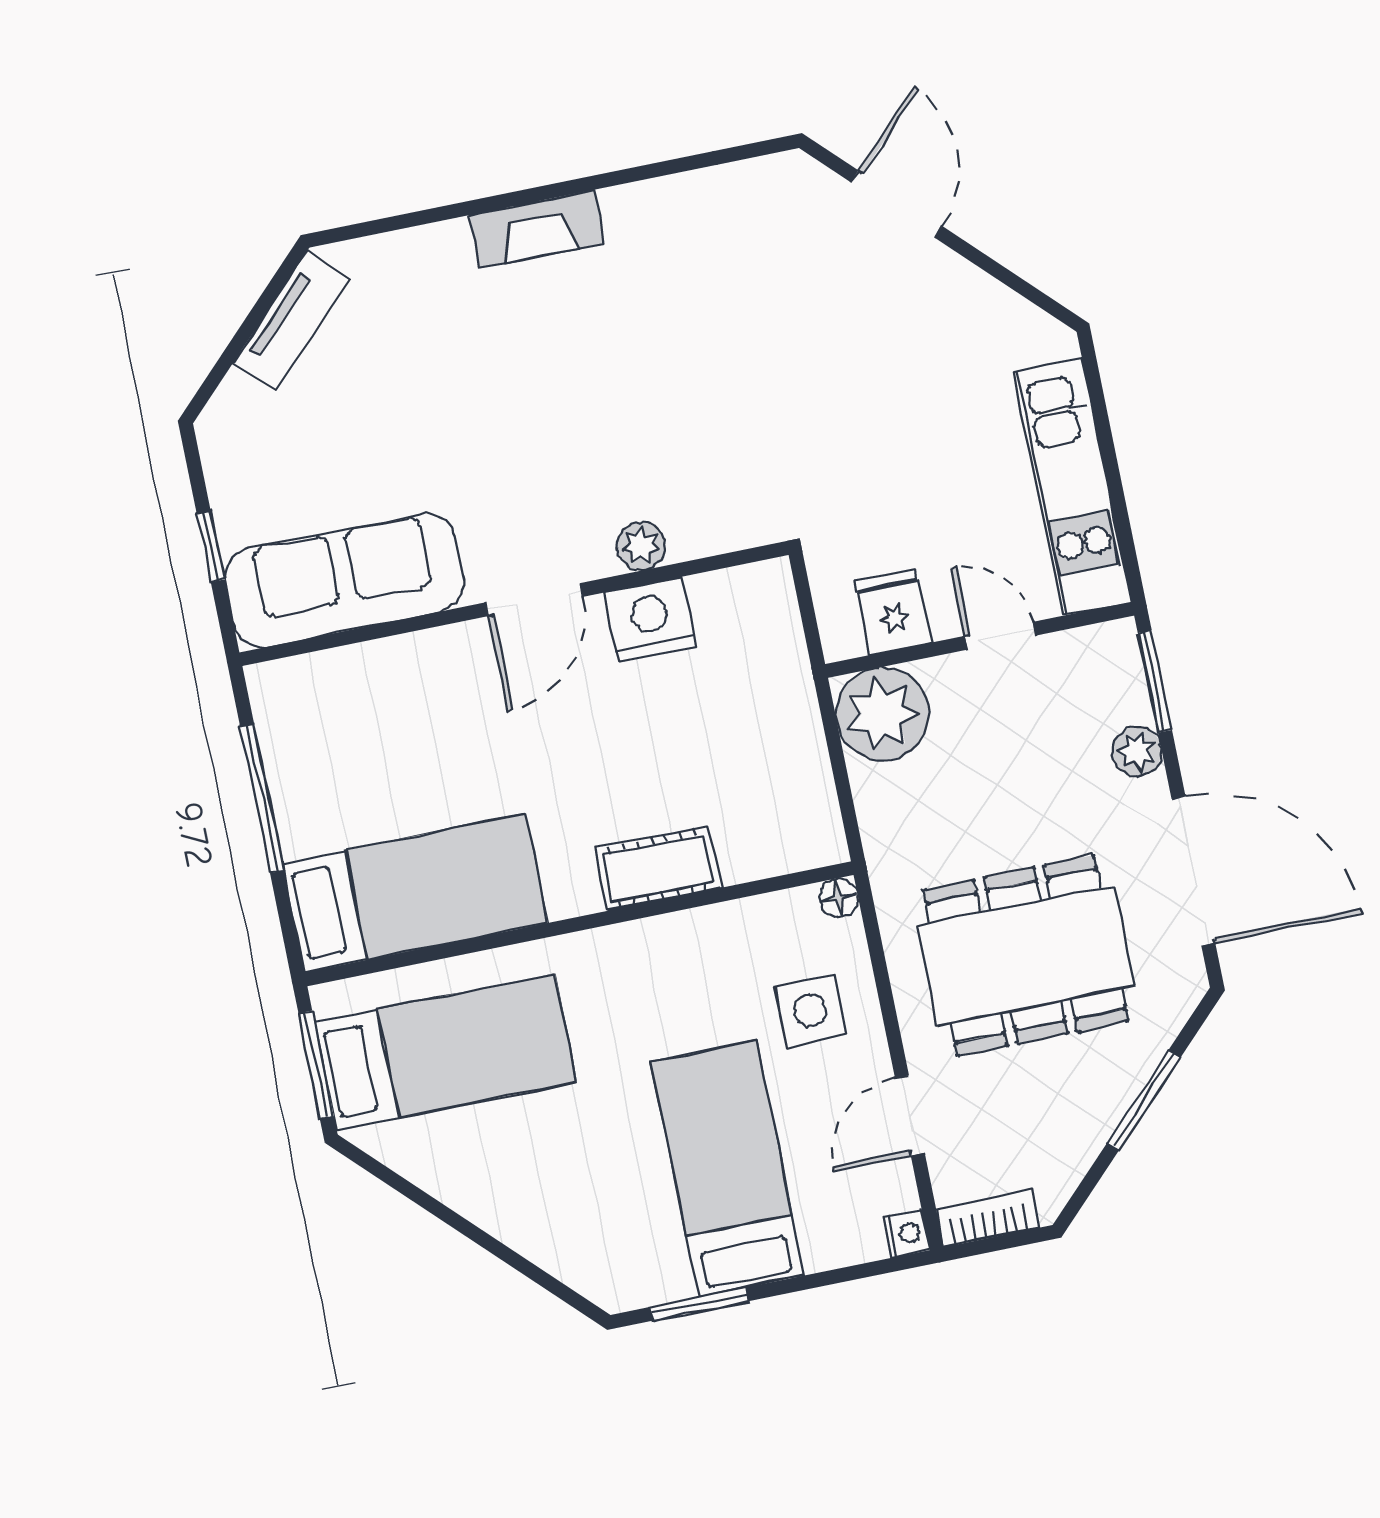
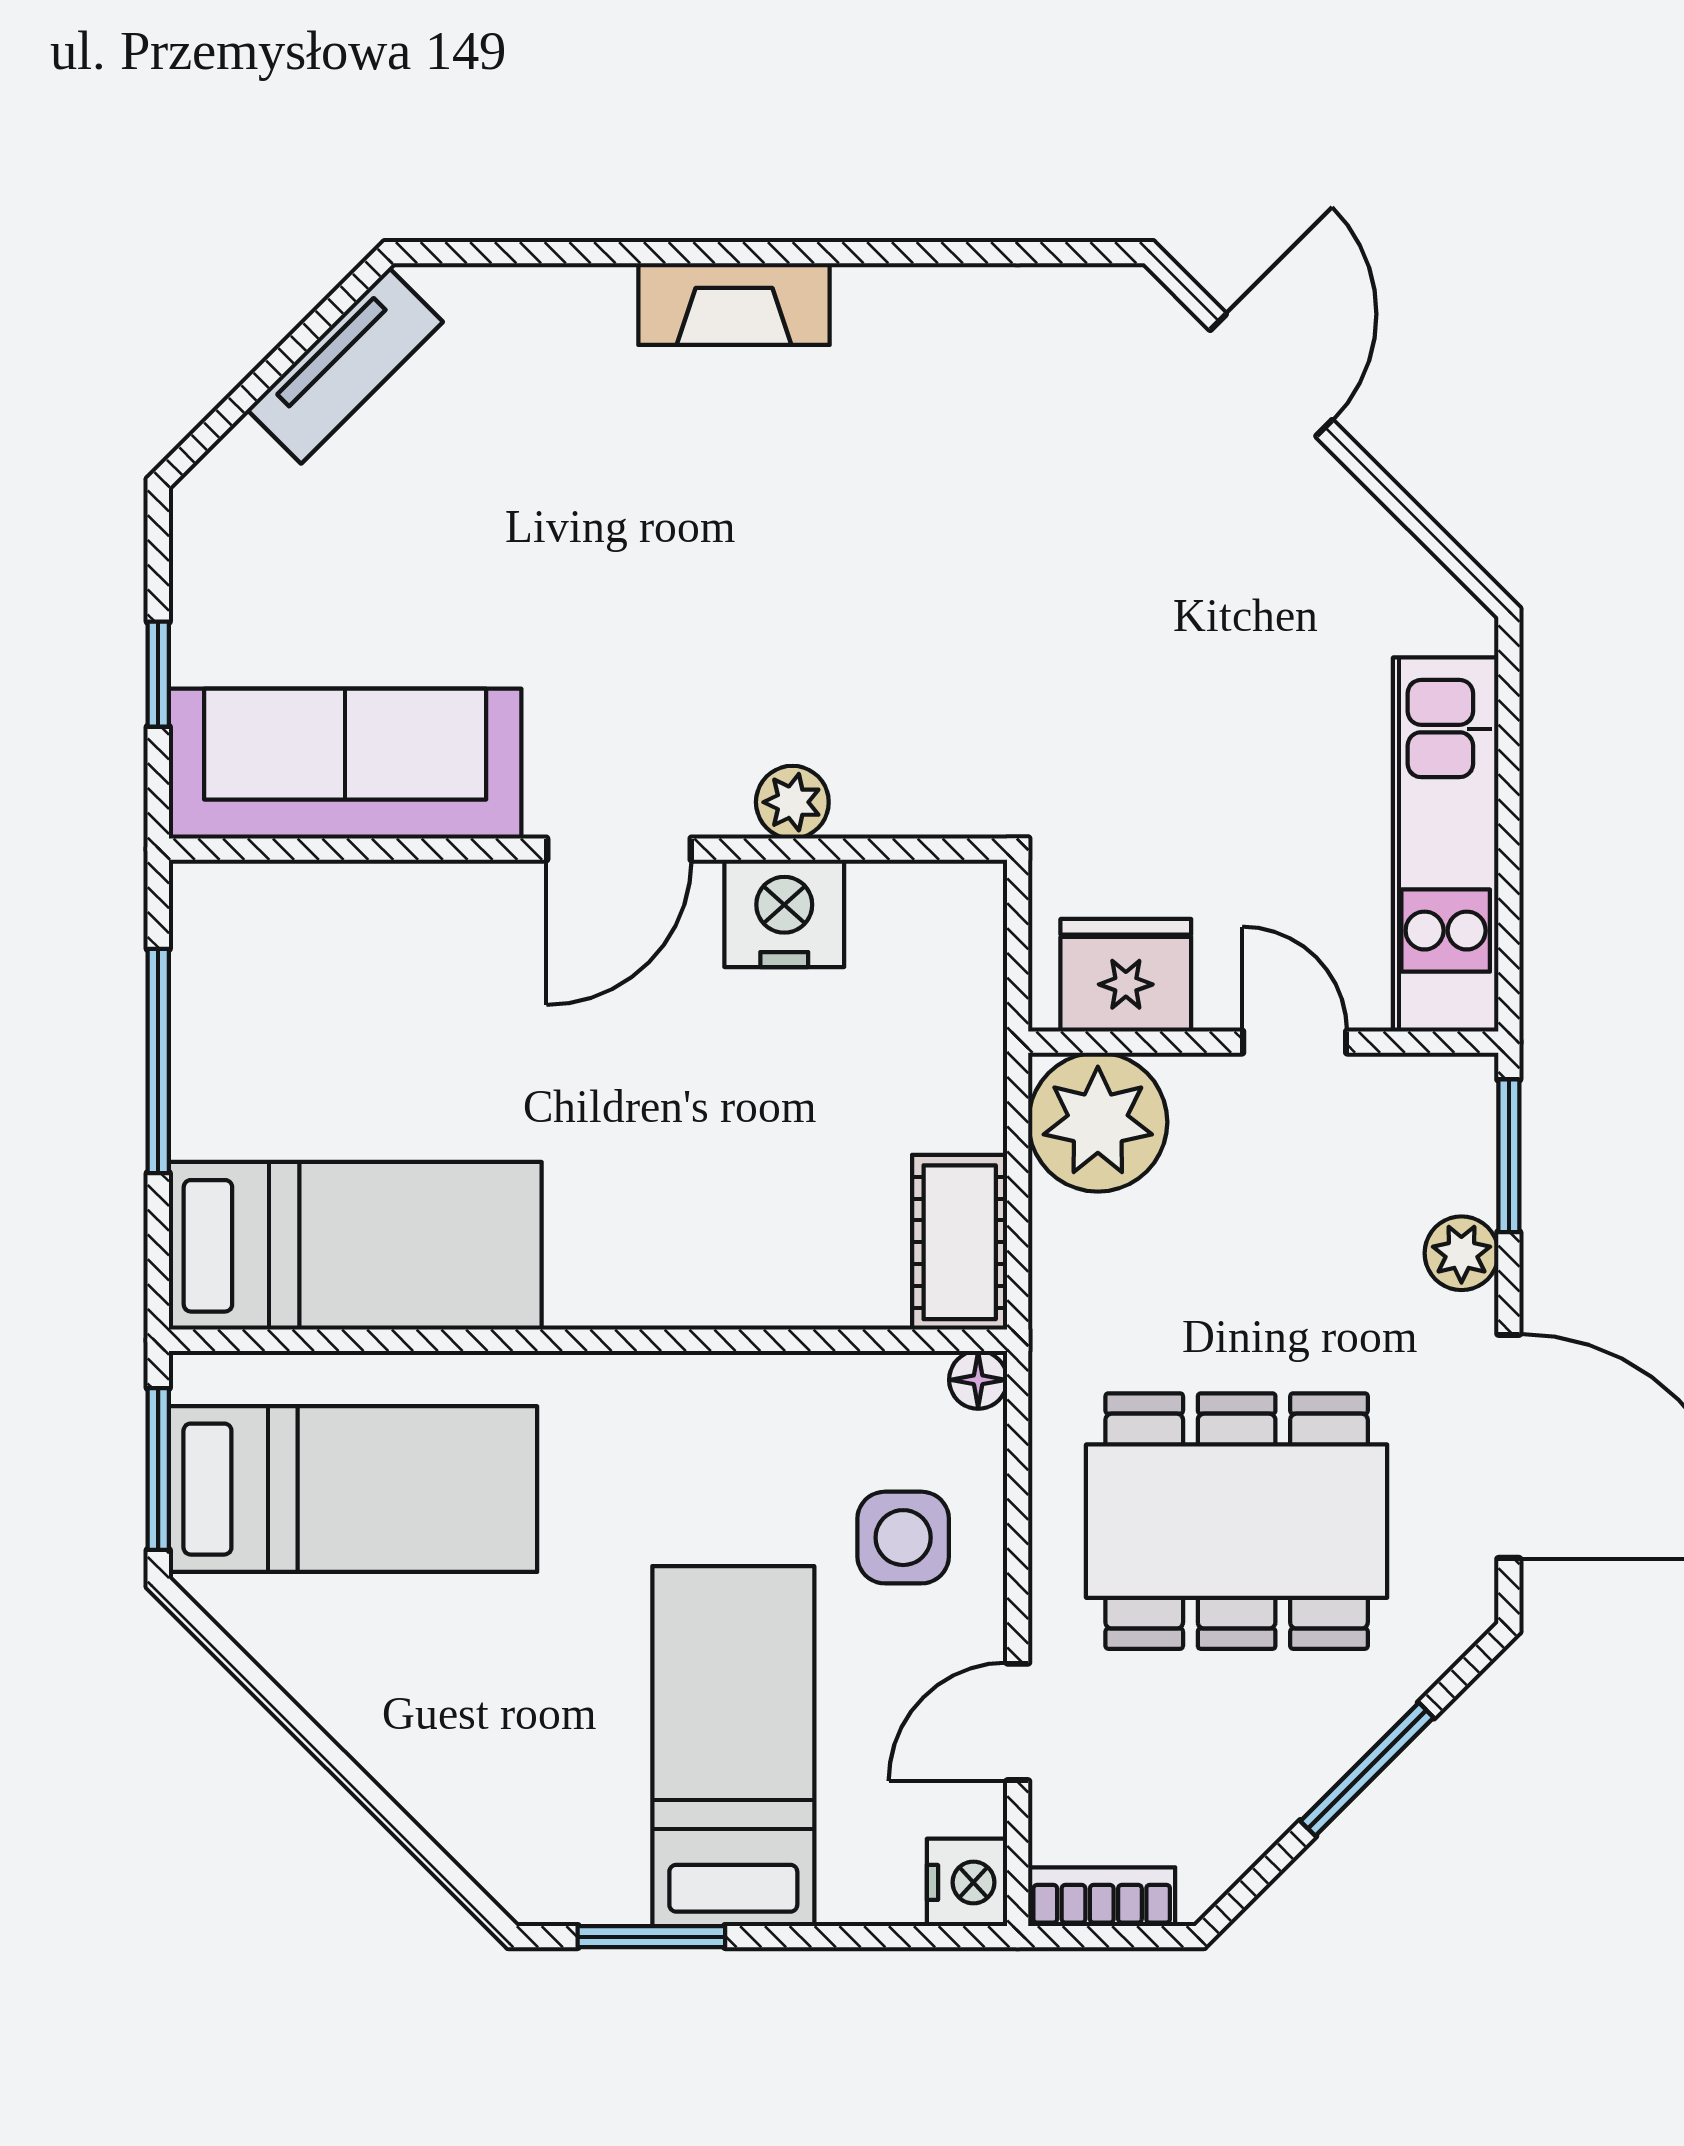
fridge: (893, 612) -> (1126, 975), width x1.38
cot: (658, 868) -> (960, 1242), moved, turned 90
nightstand: (907, 1233) -> (967, 1882), width x1.39, depth x1.35

